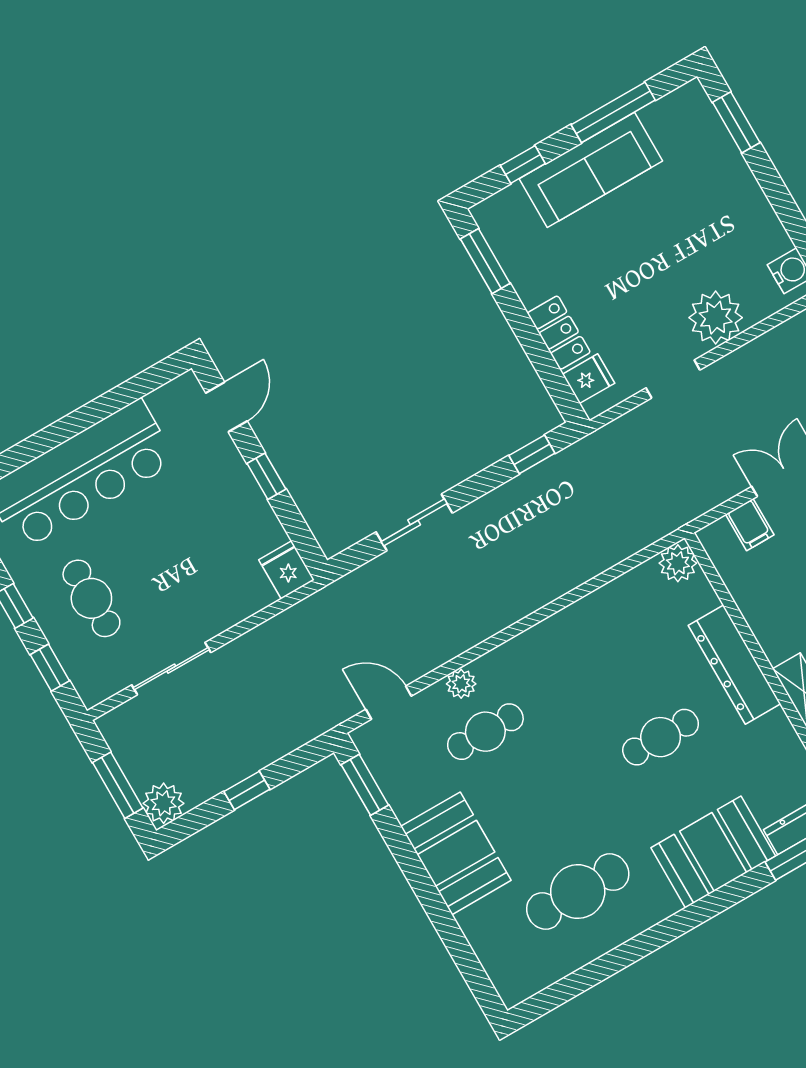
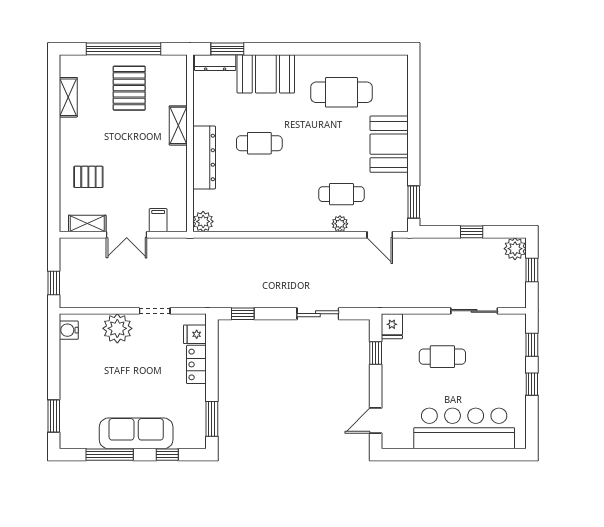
window: (266, 476) -> (376, 353), moved
cafe table: (91, 598) -> (442, 357), moved, turned 90
window: (118, 785) -> (532, 270), width x0.67

